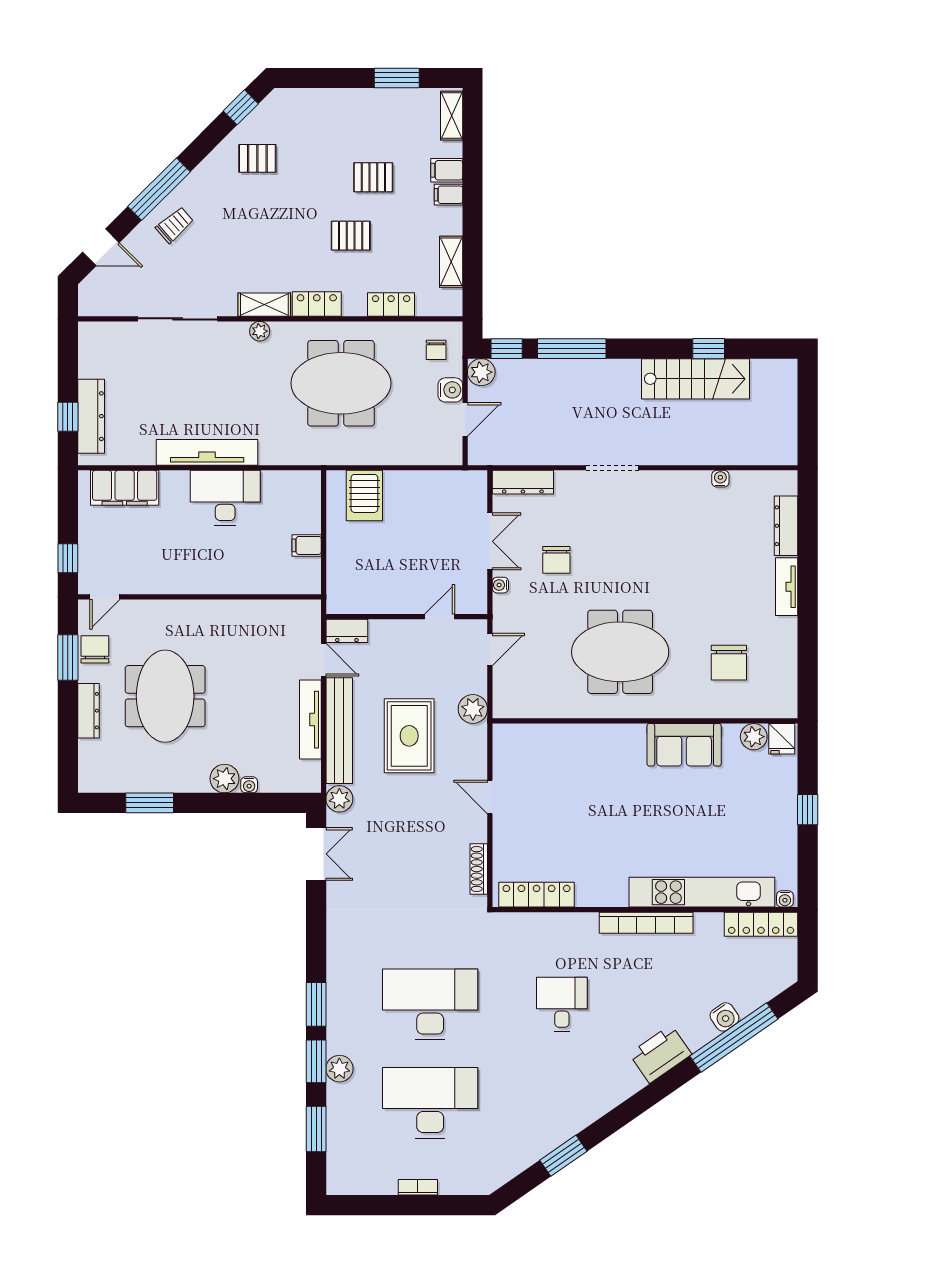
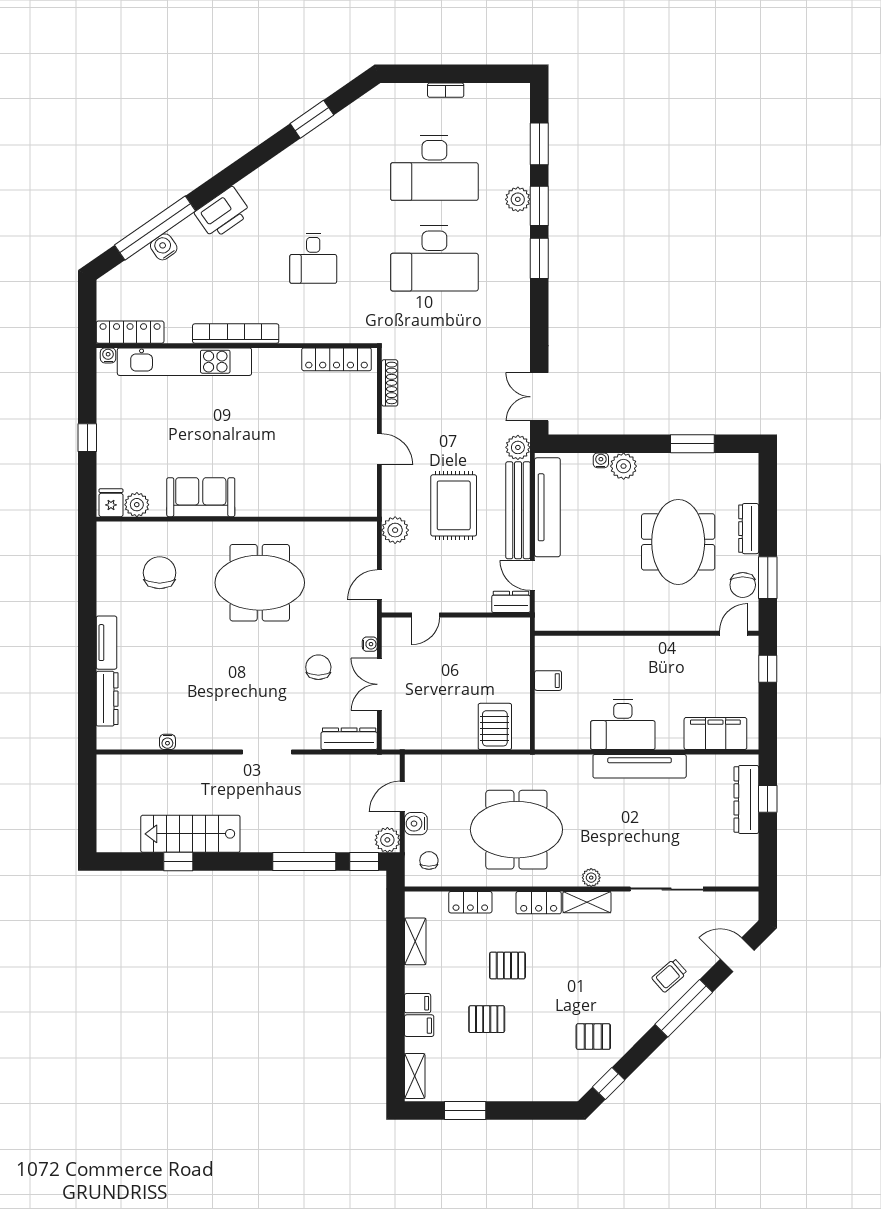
tv unit: (310, 720) -> (547, 507), width x1.36, depth x1.29

